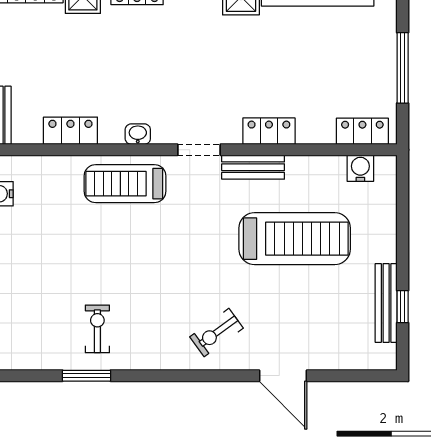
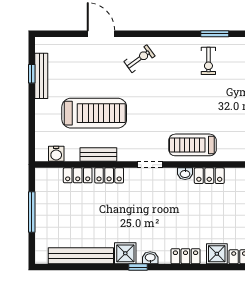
locker: (70, 131) -> (209, 176), moved
locker: (362, 131) -> (78, 175), moved
bench: (253, 167) -> (98, 154), moved
treadmill: (125, 184) -> (192, 145), turned 180
treadmill: (295, 239) -> (94, 113), turned 180

